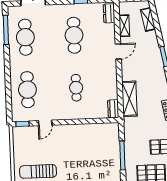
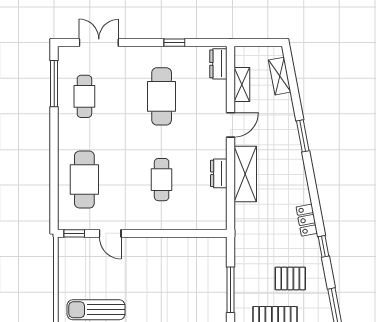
cafe table: (25, 37) -> (84, 96), width x0.73, depth x0.74
shelving: (129, 99) -> (245, 174), moved
dresser: (113, 109) -> (219, 173), moved
door: (45, 123) -> (110, 233), hinge flipped

